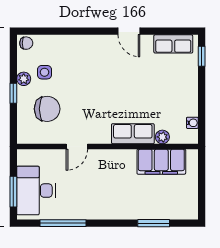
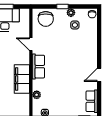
chair: (47, 109) -> (46, 19), moved
row of seats: (133, 134) -> (38, 67), moved
filing cabinet: (161, 162) -> (22, 79), moved

